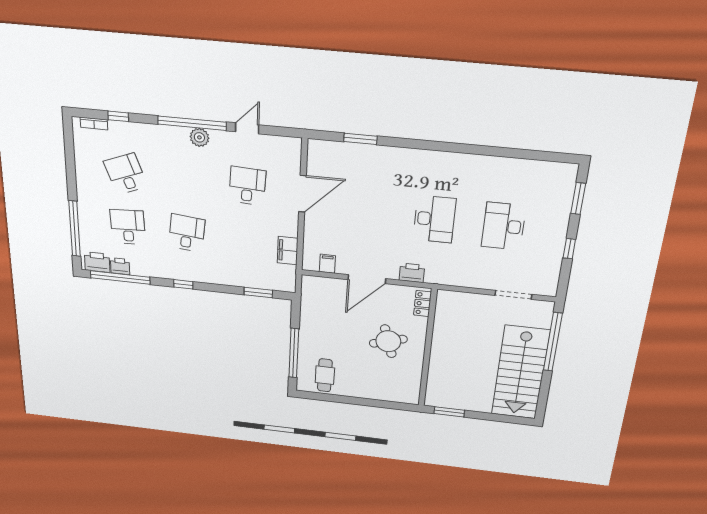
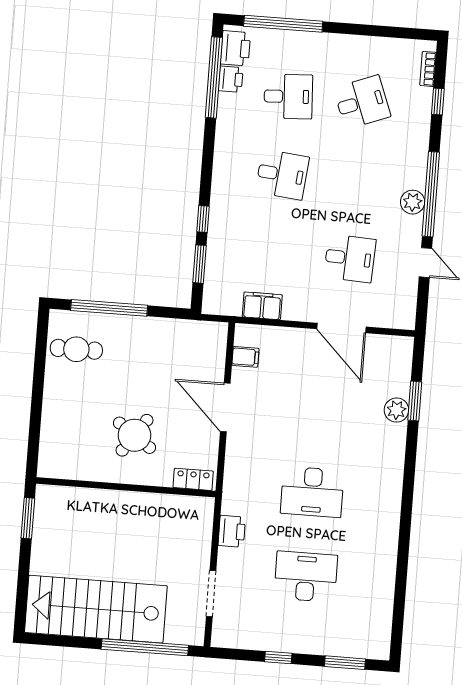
plant: (368, 153) -> (396, 410), added
printer: (412, 273) -> (232, 531), moved
window: (183, 284) -> (203, 219), moved
round table: (388, 341) -> (134, 435), turned -38

